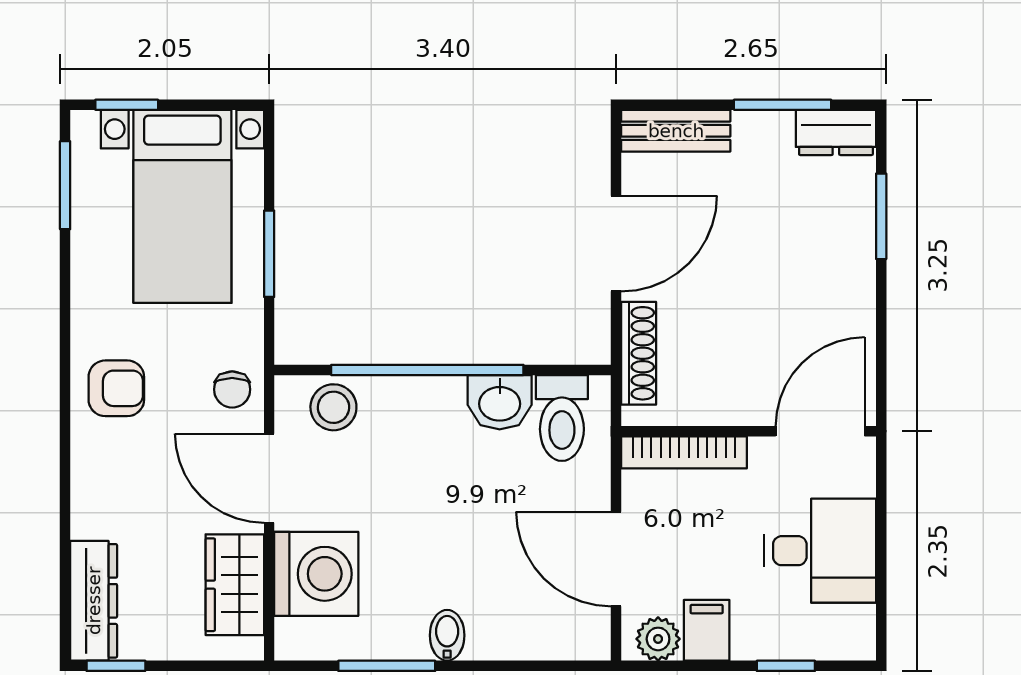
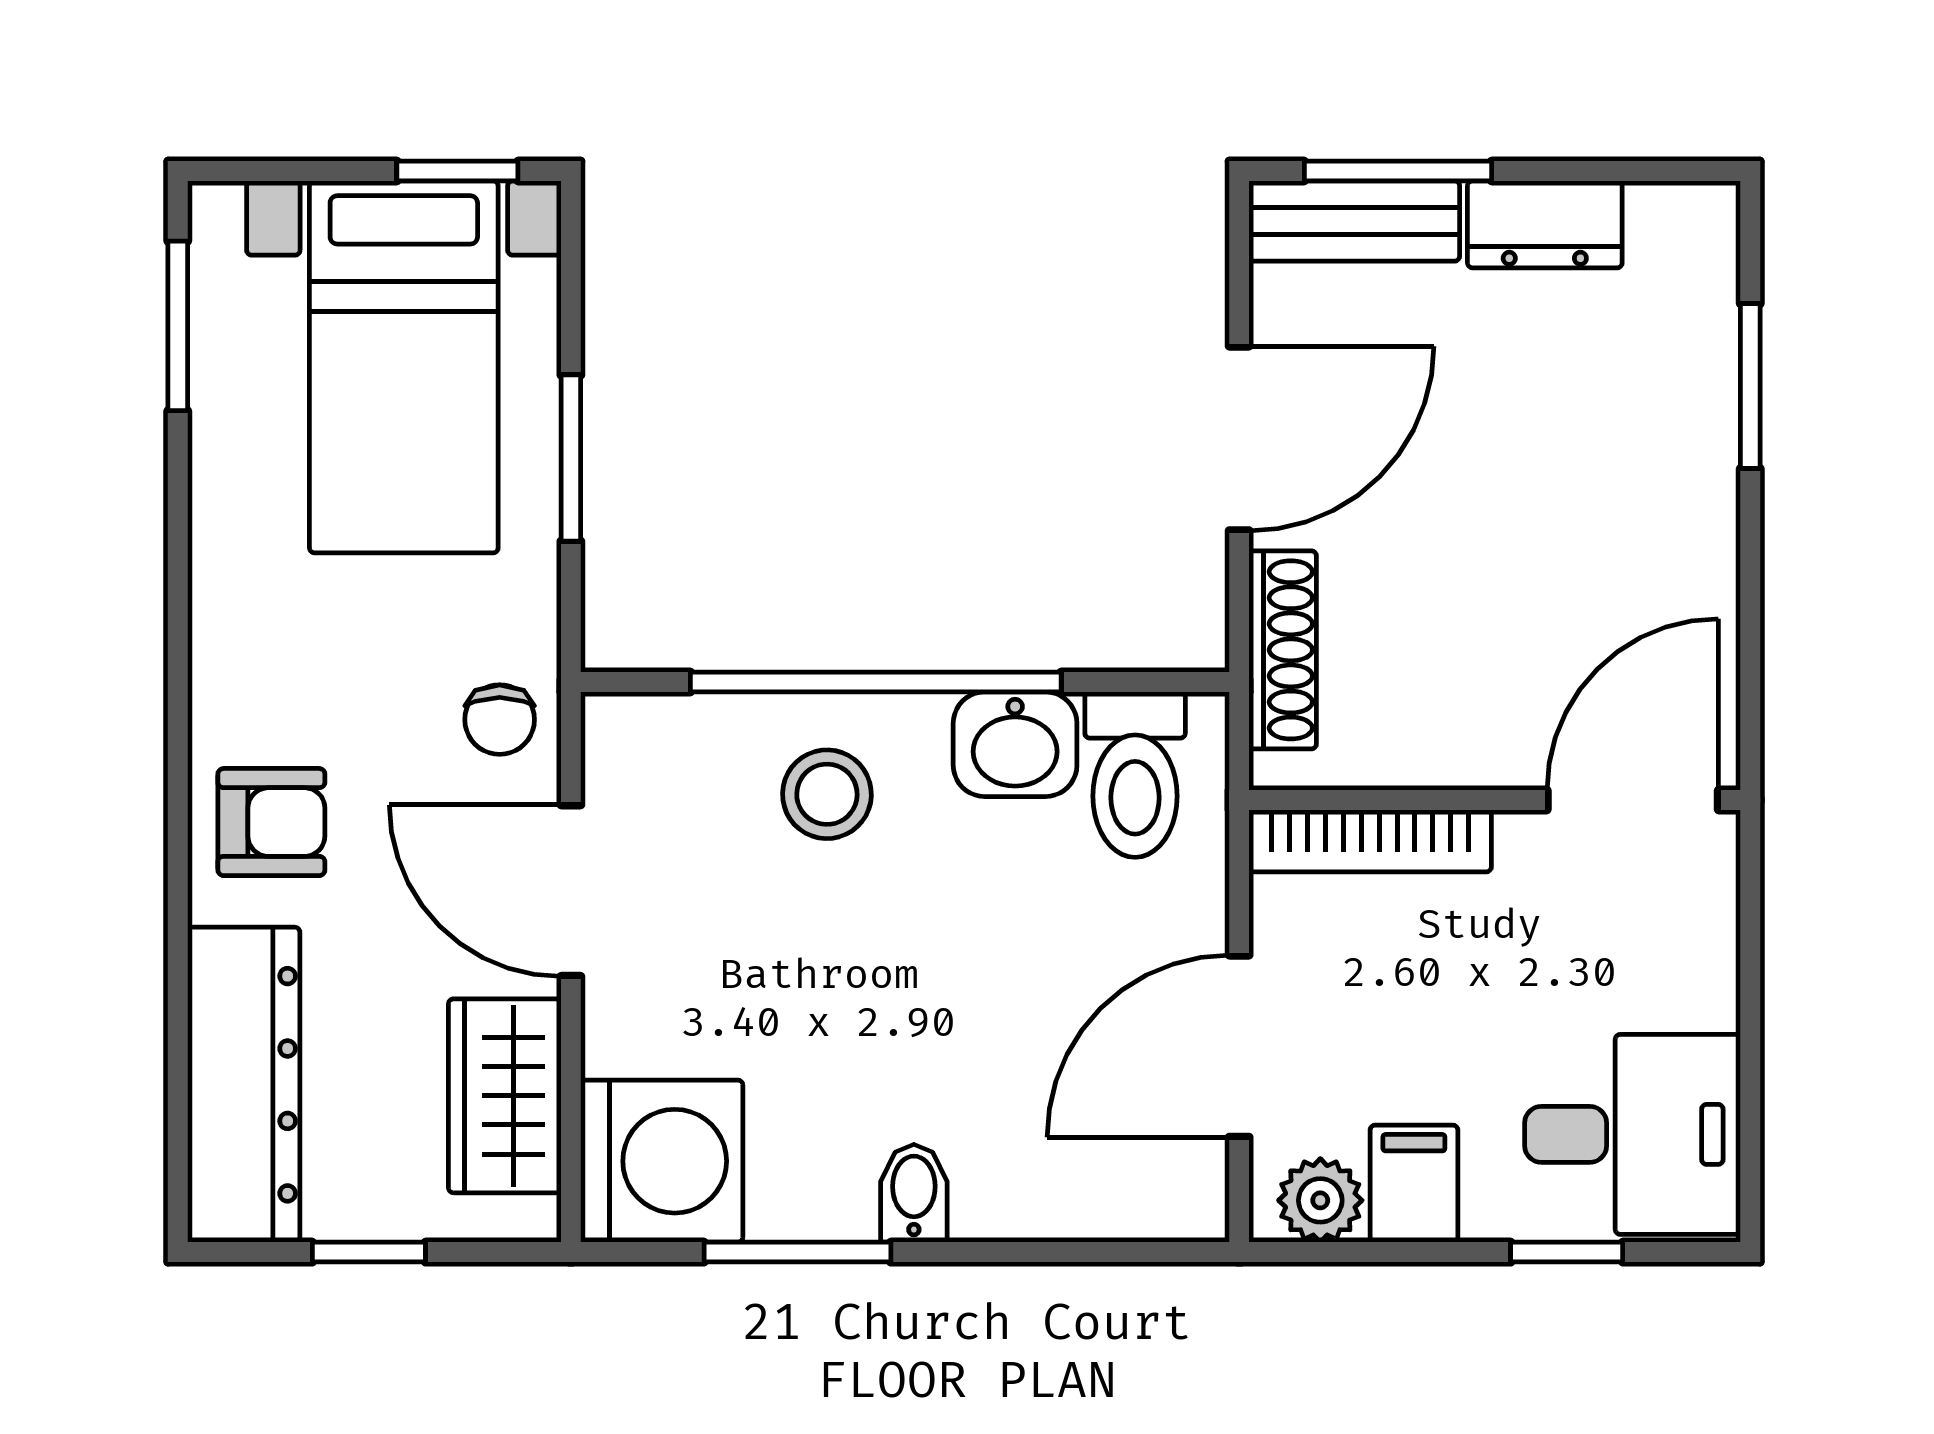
window: (127, 105) -> (457, 171), moved
window: (783, 105) -> (1398, 171), moved
dresser: (836, 132) -> (1545, 224), moved
armchair: (116, 388) -> (271, 822), moved
stool: (333, 407) -> (827, 794), moved
desk: (820, 551) -> (1632, 1134), moved
door: (616, 559) -> (1239, 1046), hinge flipped
washing machine: (316, 574) -> (662, 1161), moved
dresser: (94, 601) -> (244, 1085), width x1.37, depth x1.24
window: (116, 666) -> (369, 1252), moved

